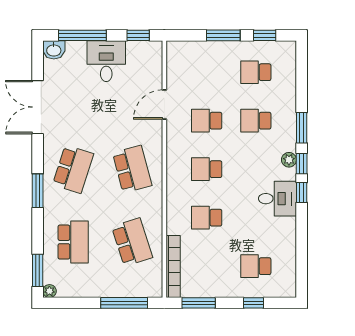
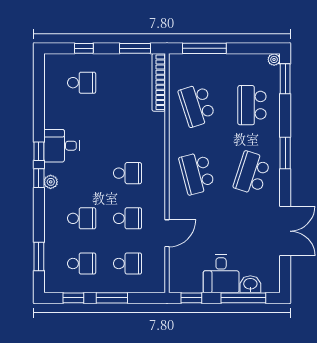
washbasin: (54, 50) -> (250, 284), moved
window: (302, 128) -> (39, 257), moved
school desk: (207, 218) -> (127, 264), moved

